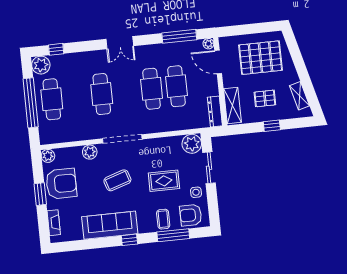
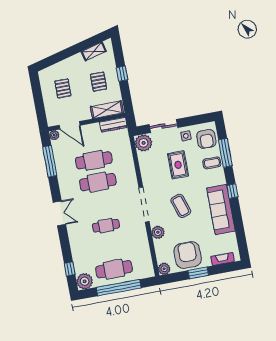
pallet: (260, 58) -> (63, 88), width x0.49, depth x0.50
door: (218, 62) -> (70, 125), hinge flipped
cafe table: (102, 94) -> (106, 226), width x0.73, depth x0.74

